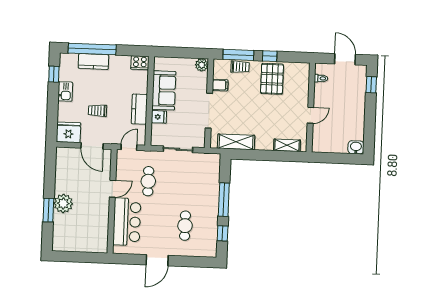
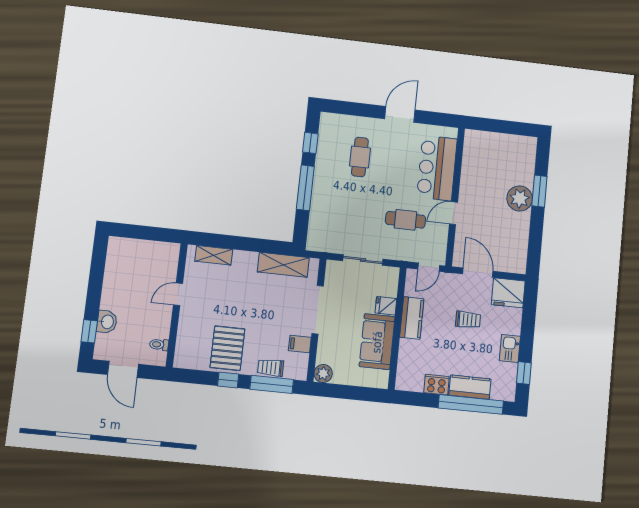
cooker: (140, 63) -> (436, 385), moved
washbasin: (356, 147) -> (107, 322), moved, turned -90
cafe table: (148, 181) -> (405, 220), turned 90

